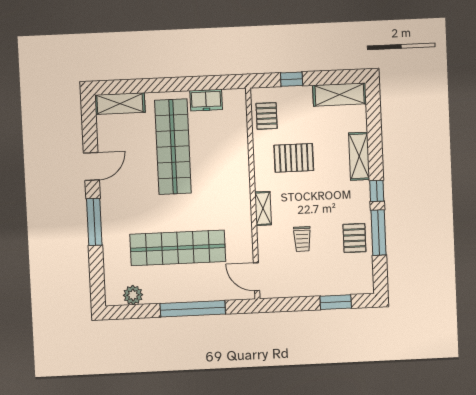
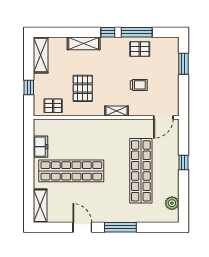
window: (193, 309) -> (183, 162), width x0.32

